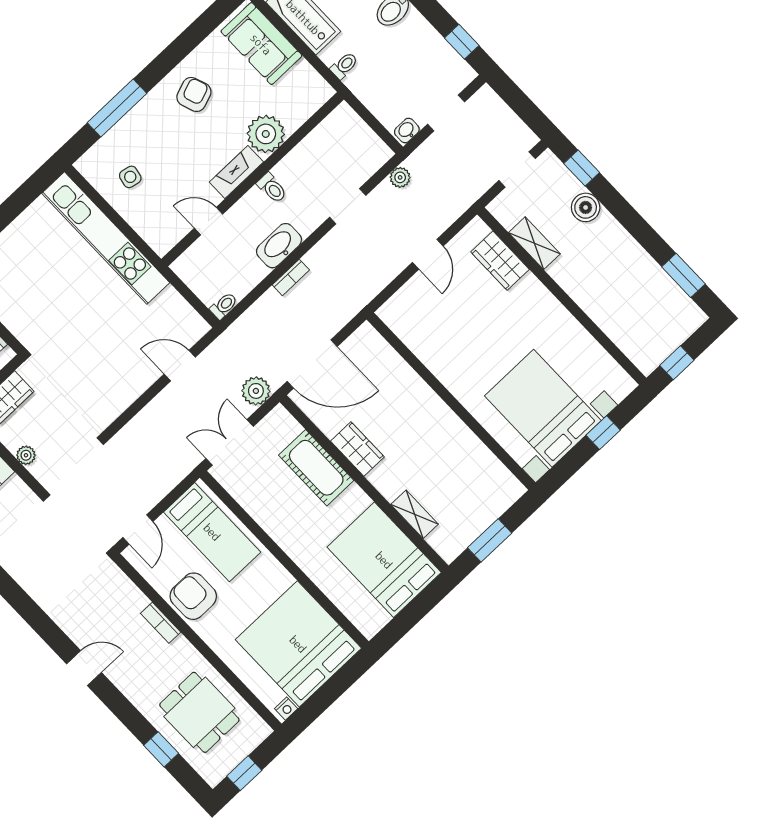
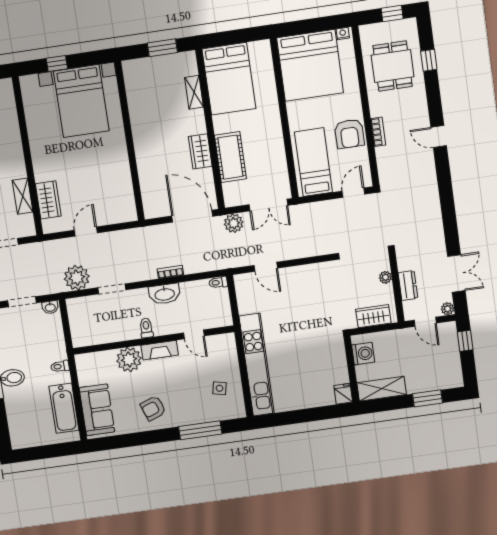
plant: (400, 177) -> (77, 278), width x1.87, depth x1.87

